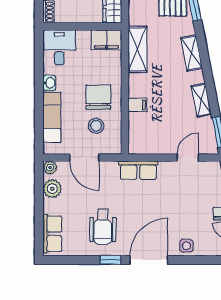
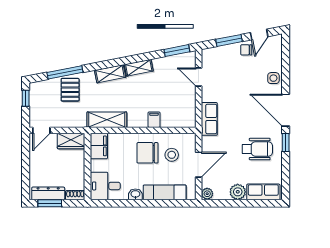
shelving: (201, 100) -> (139, 68), moved
plant: (52, 189) -> (238, 192), moved

